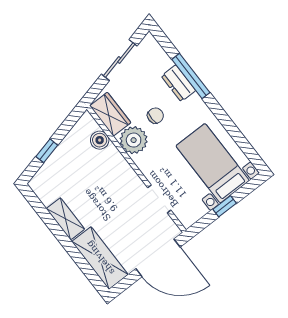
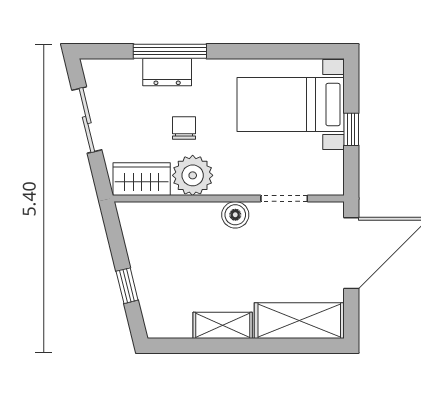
boiler: (100, 140) -> (235, 215), moved

